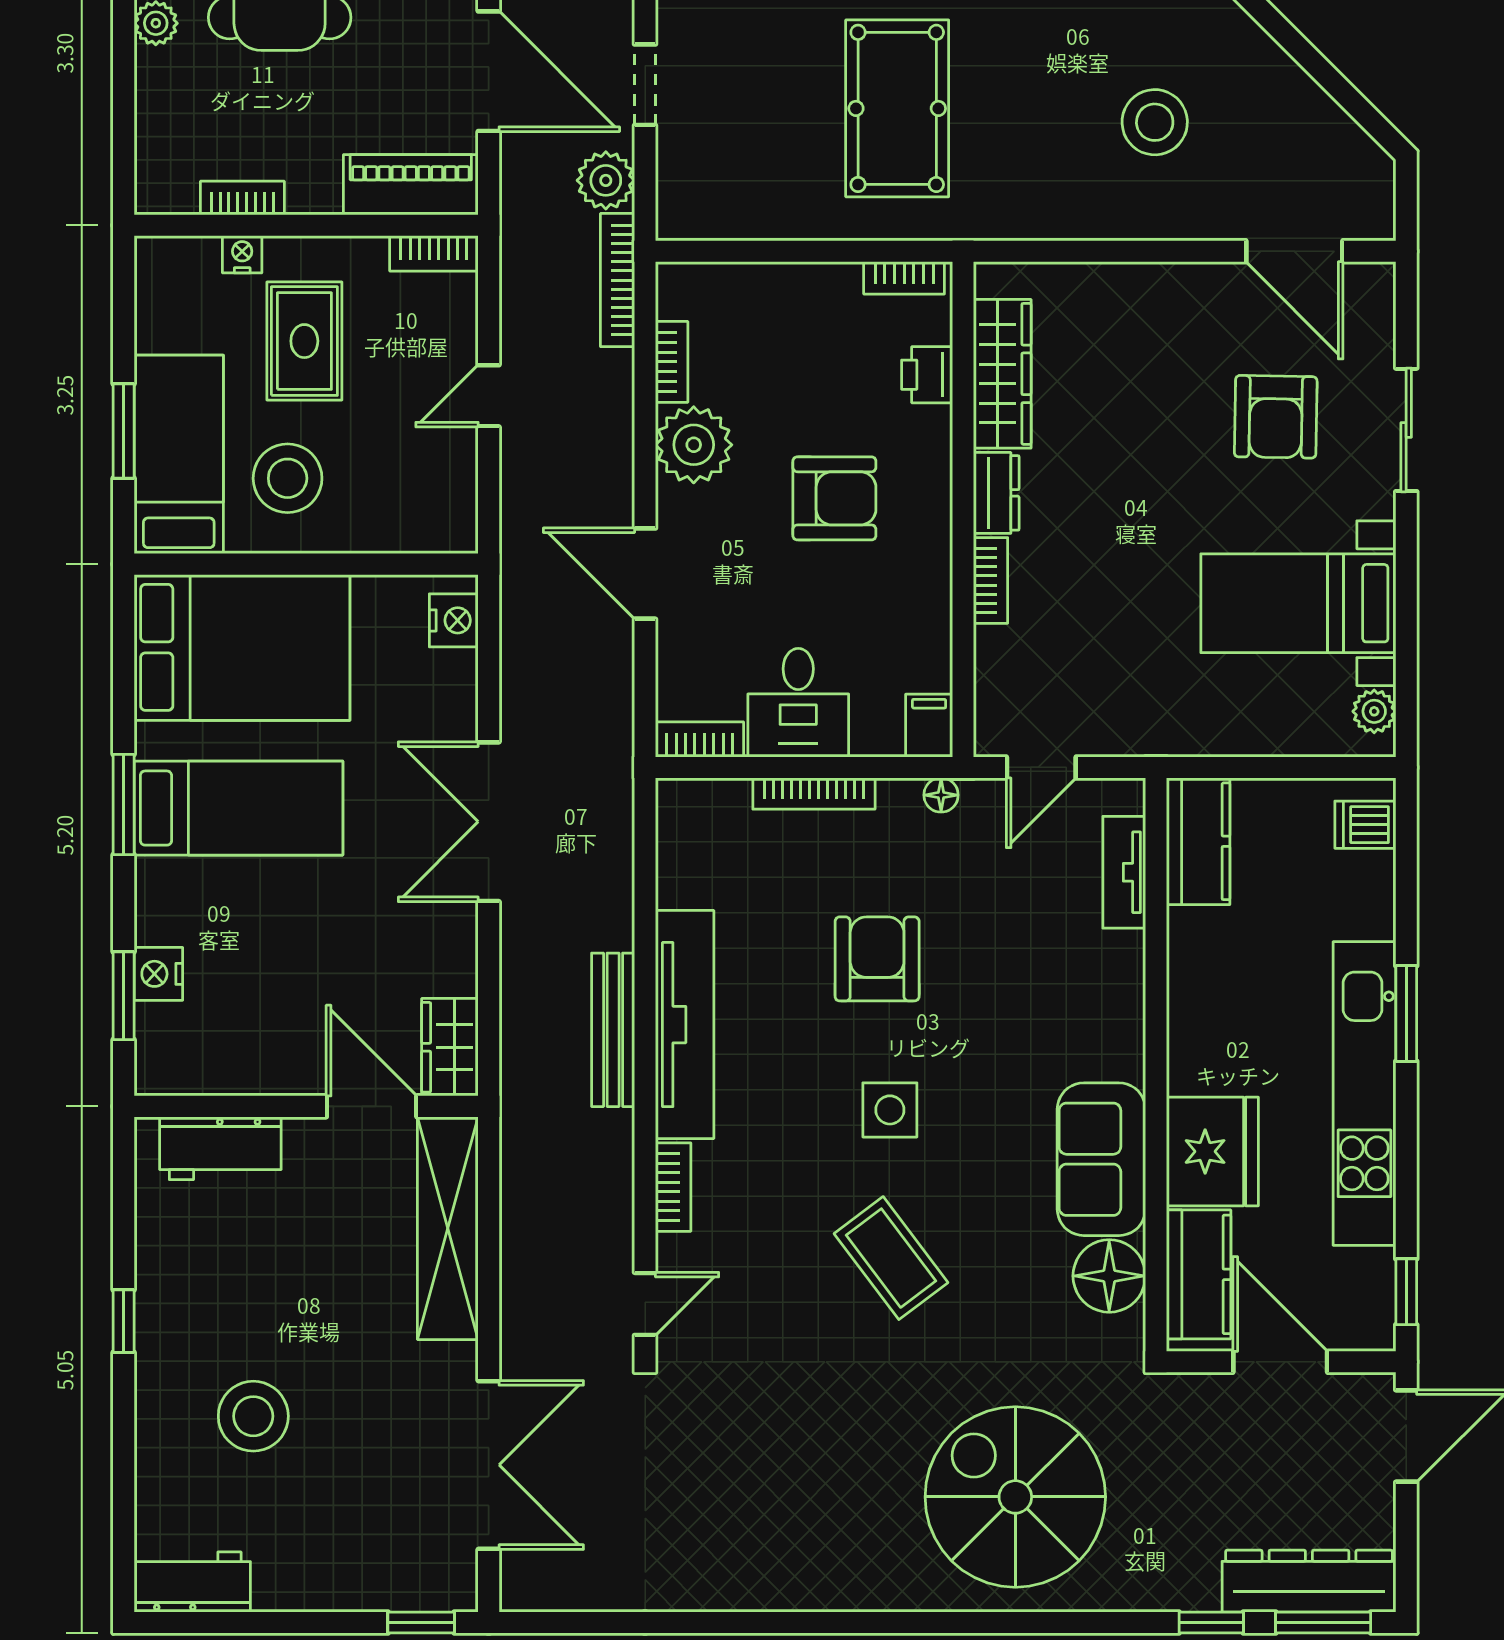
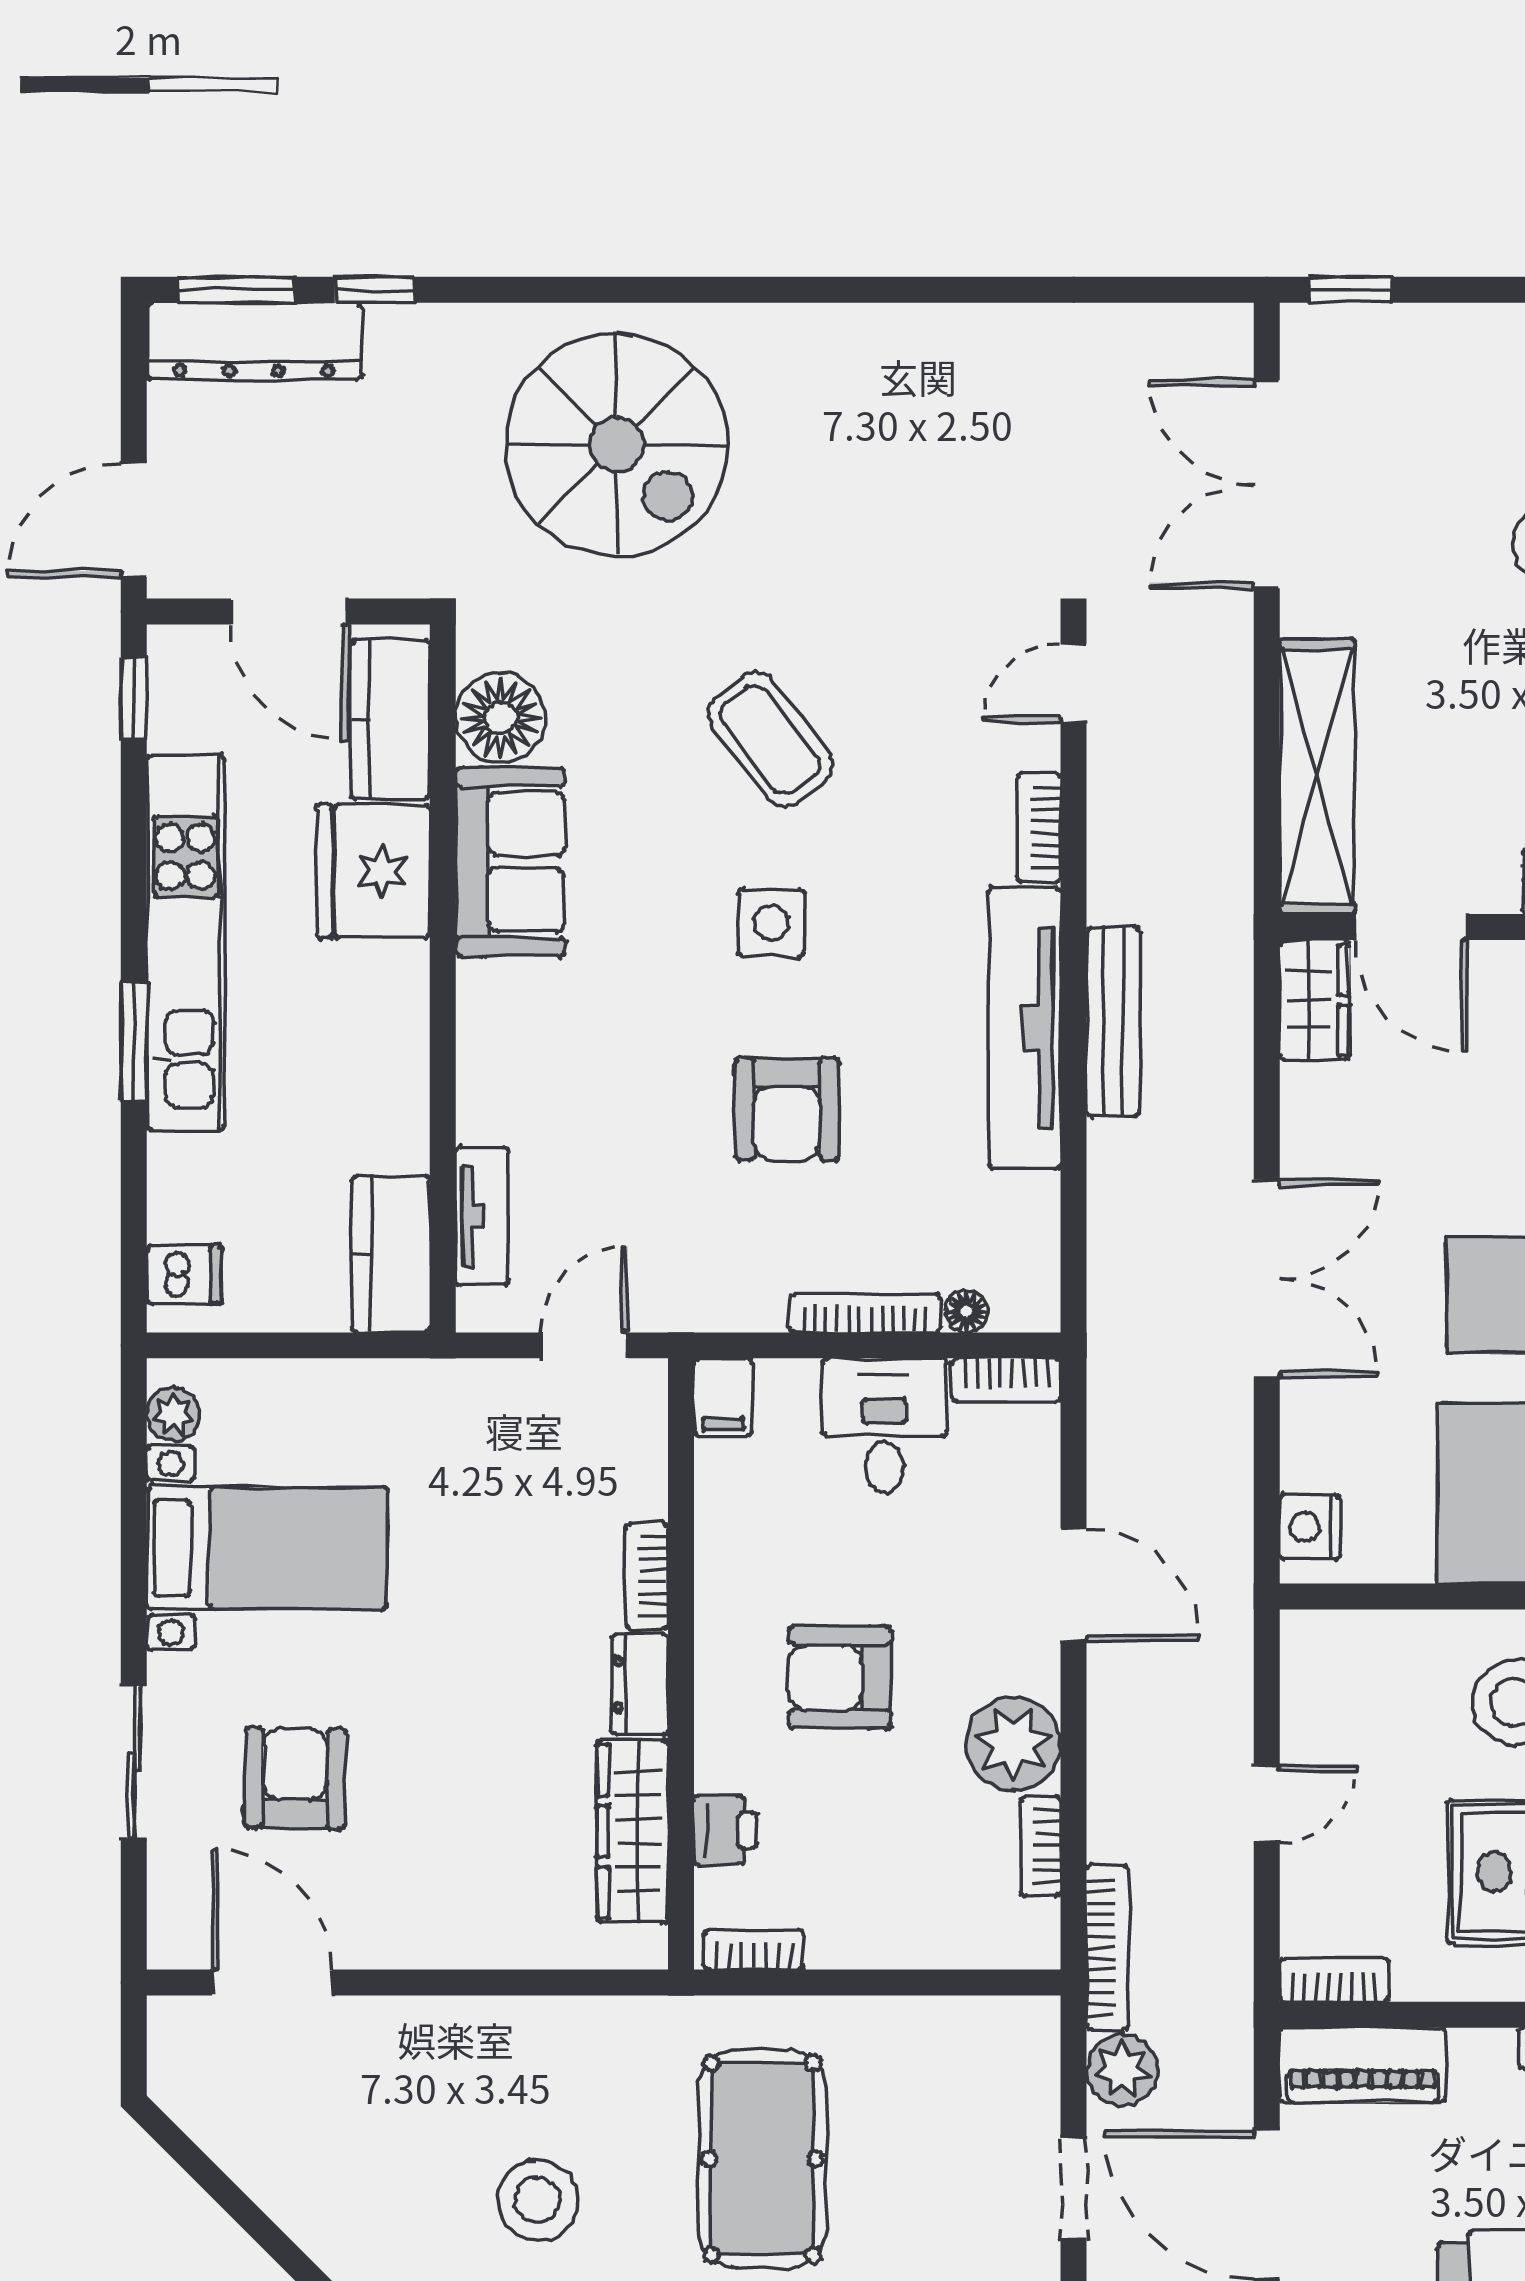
stool: (1155, 122) -> (538, 2200), moved
floor lamp: (941, 795) -> (967, 1311), moved

